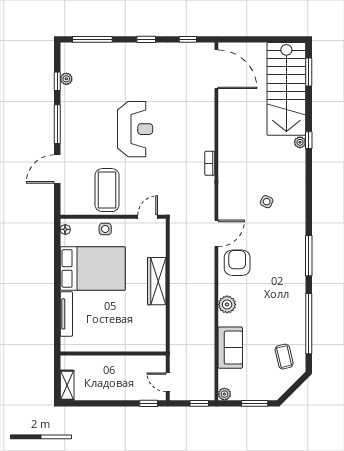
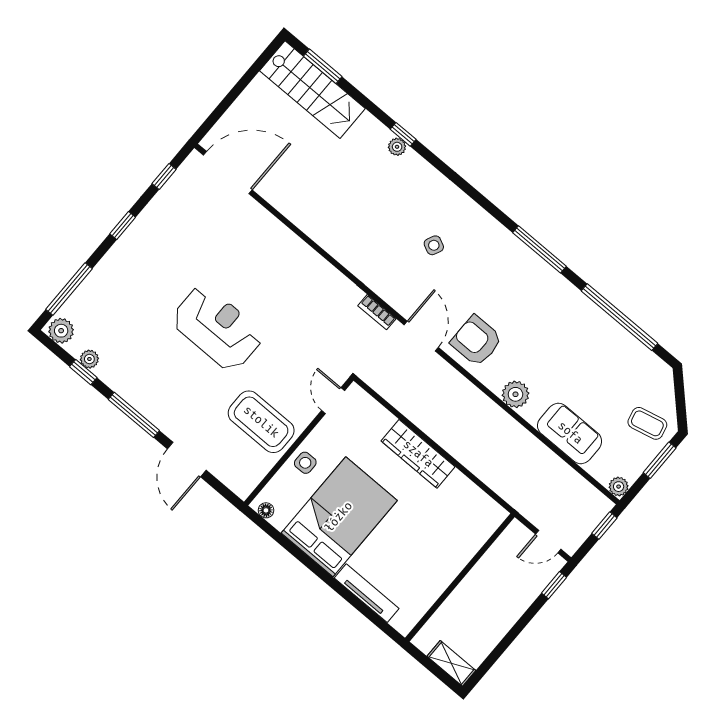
plant: (68, 53) -> (61, 331), added
stairs: (286, 89) -> (312, 90), width x0.73, depth x0.66
bookcase: (210, 163) -> (377, 312), moved
coffee table: (284, 357) -> (647, 423), moved

